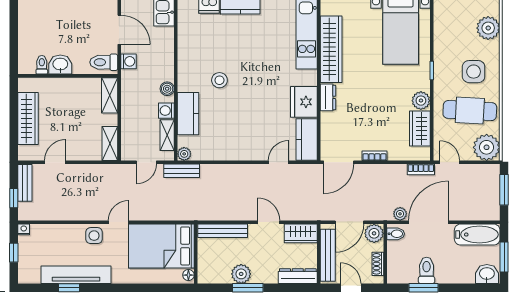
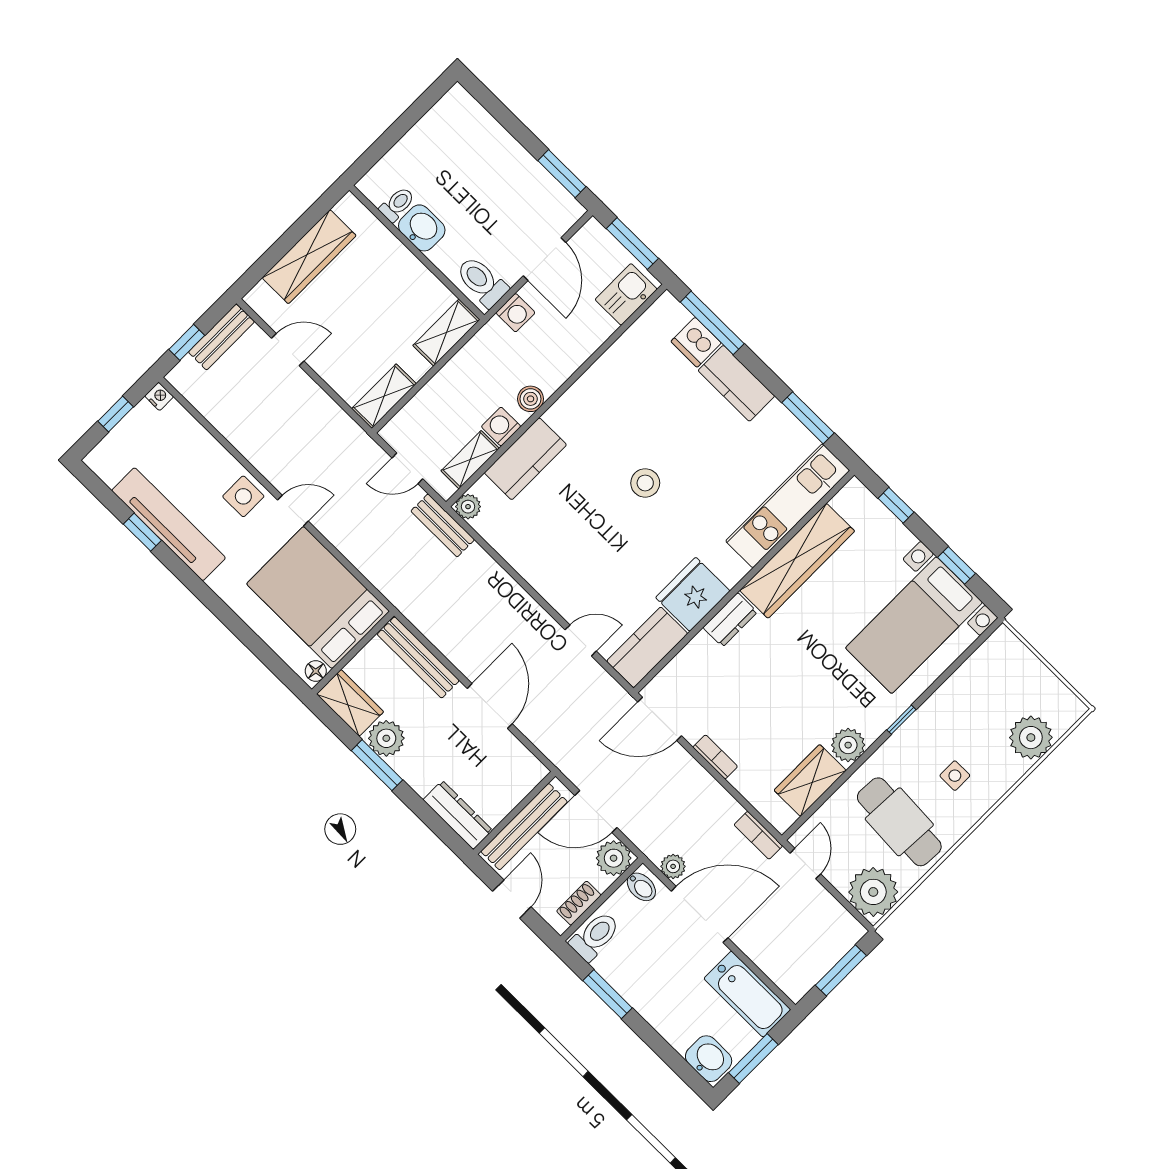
side table: (474, 72) -> (955, 776), width x0.54, depth x0.54
stool: (219, 80) -> (645, 483), moved
door: (269, 222) -> (490, 706), width x1.38
wardrobe: (301, 233) -> (350, 703), moved, turned 180
toilet: (427, 270) -> (595, 936), moved

